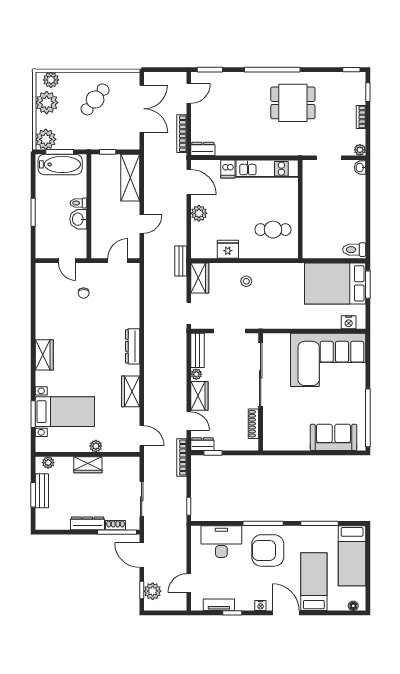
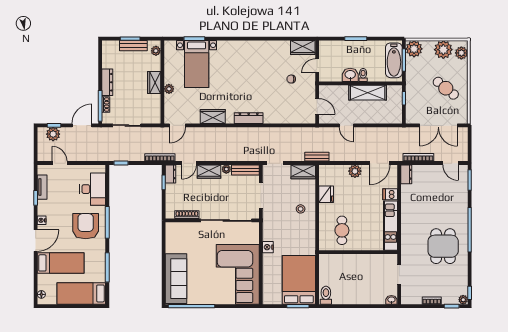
plant: (360, 150) -> (463, 300), moved
shelving: (130, 178) -> (368, 93), moved
nightstand: (349, 322) -> (268, 247), moved
wardrobe: (44, 355) -> (303, 48), moved
sofa: (334, 437) -> (176, 279), width x1.36

